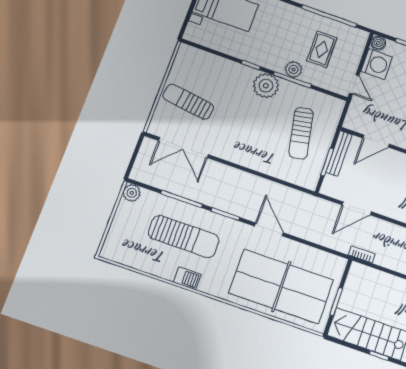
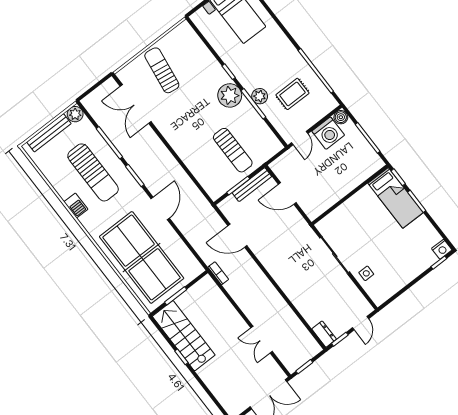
sun lounger: (301, 133) -> (233, 150), turned -79
bench: (117, 226) -> (49, 133), added

